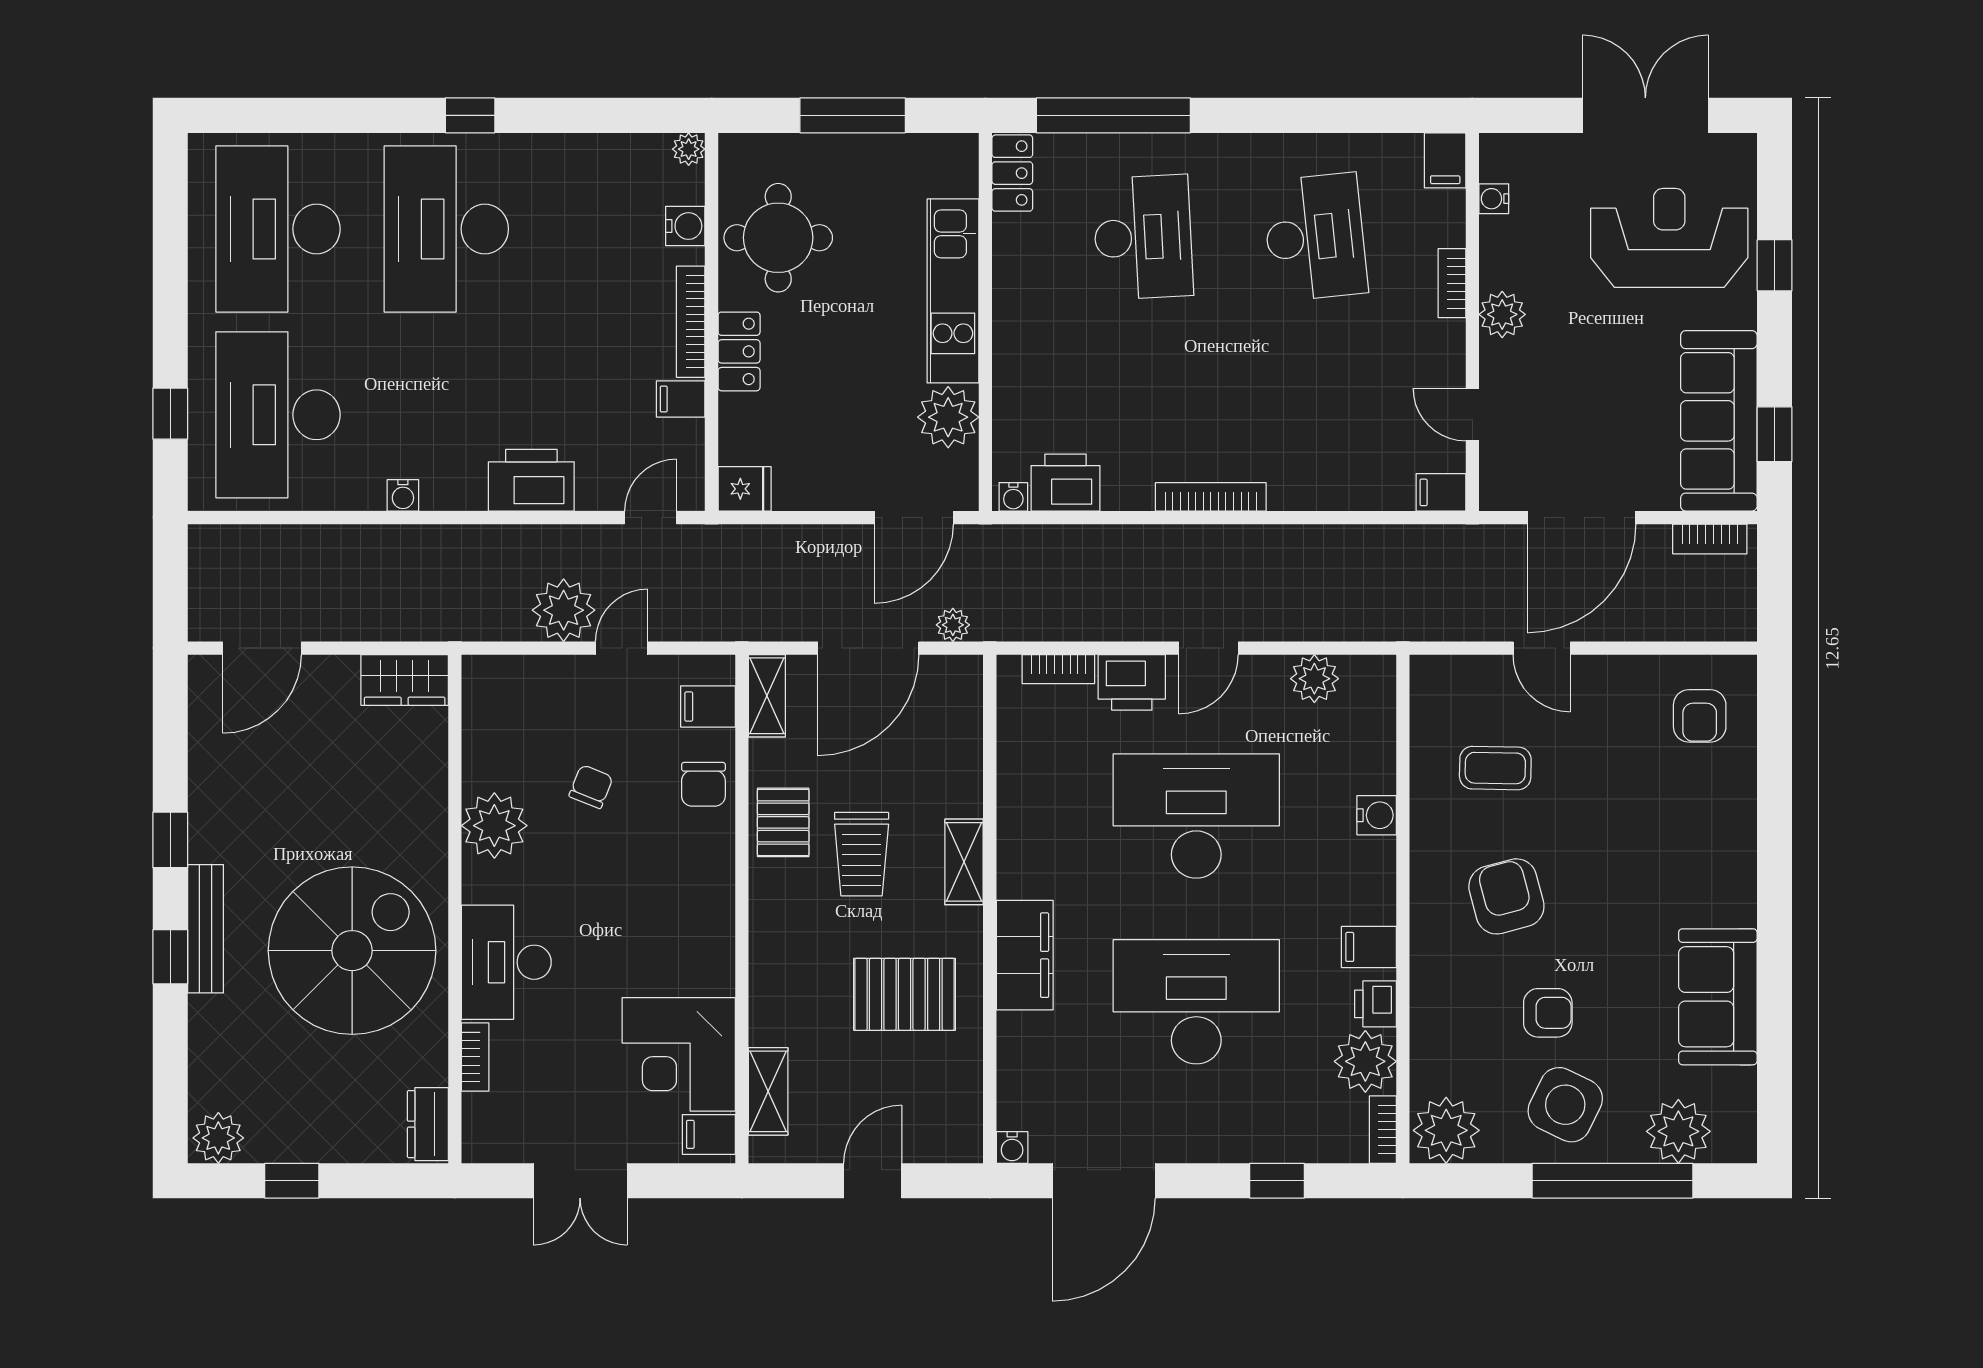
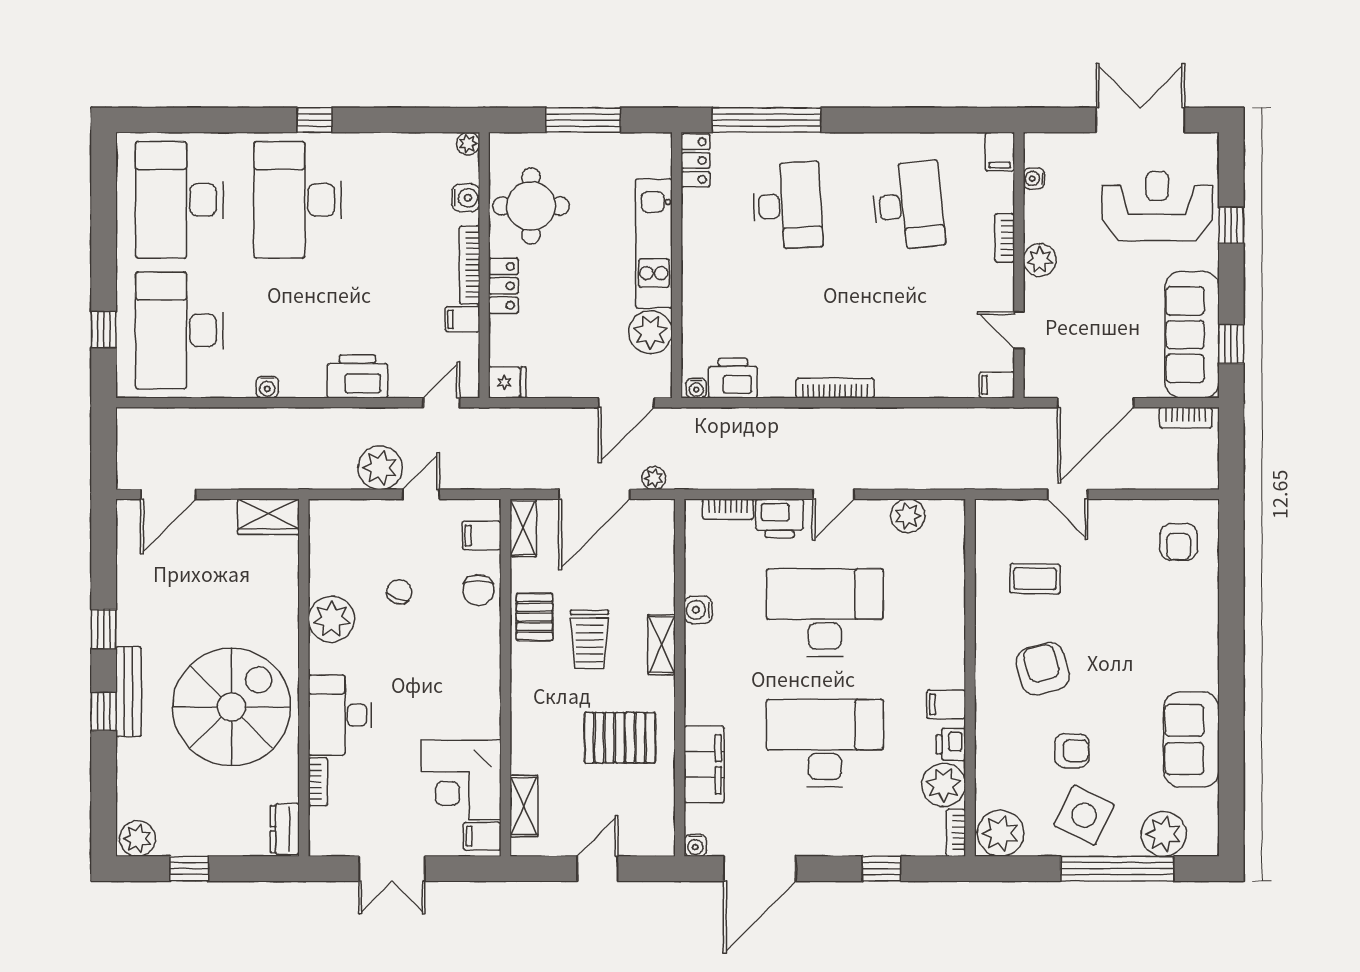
water cooler: (1377, 815) -> (698, 610), moved, turned 180
filing cabinet: (1025, 955) -> (704, 764), moved

